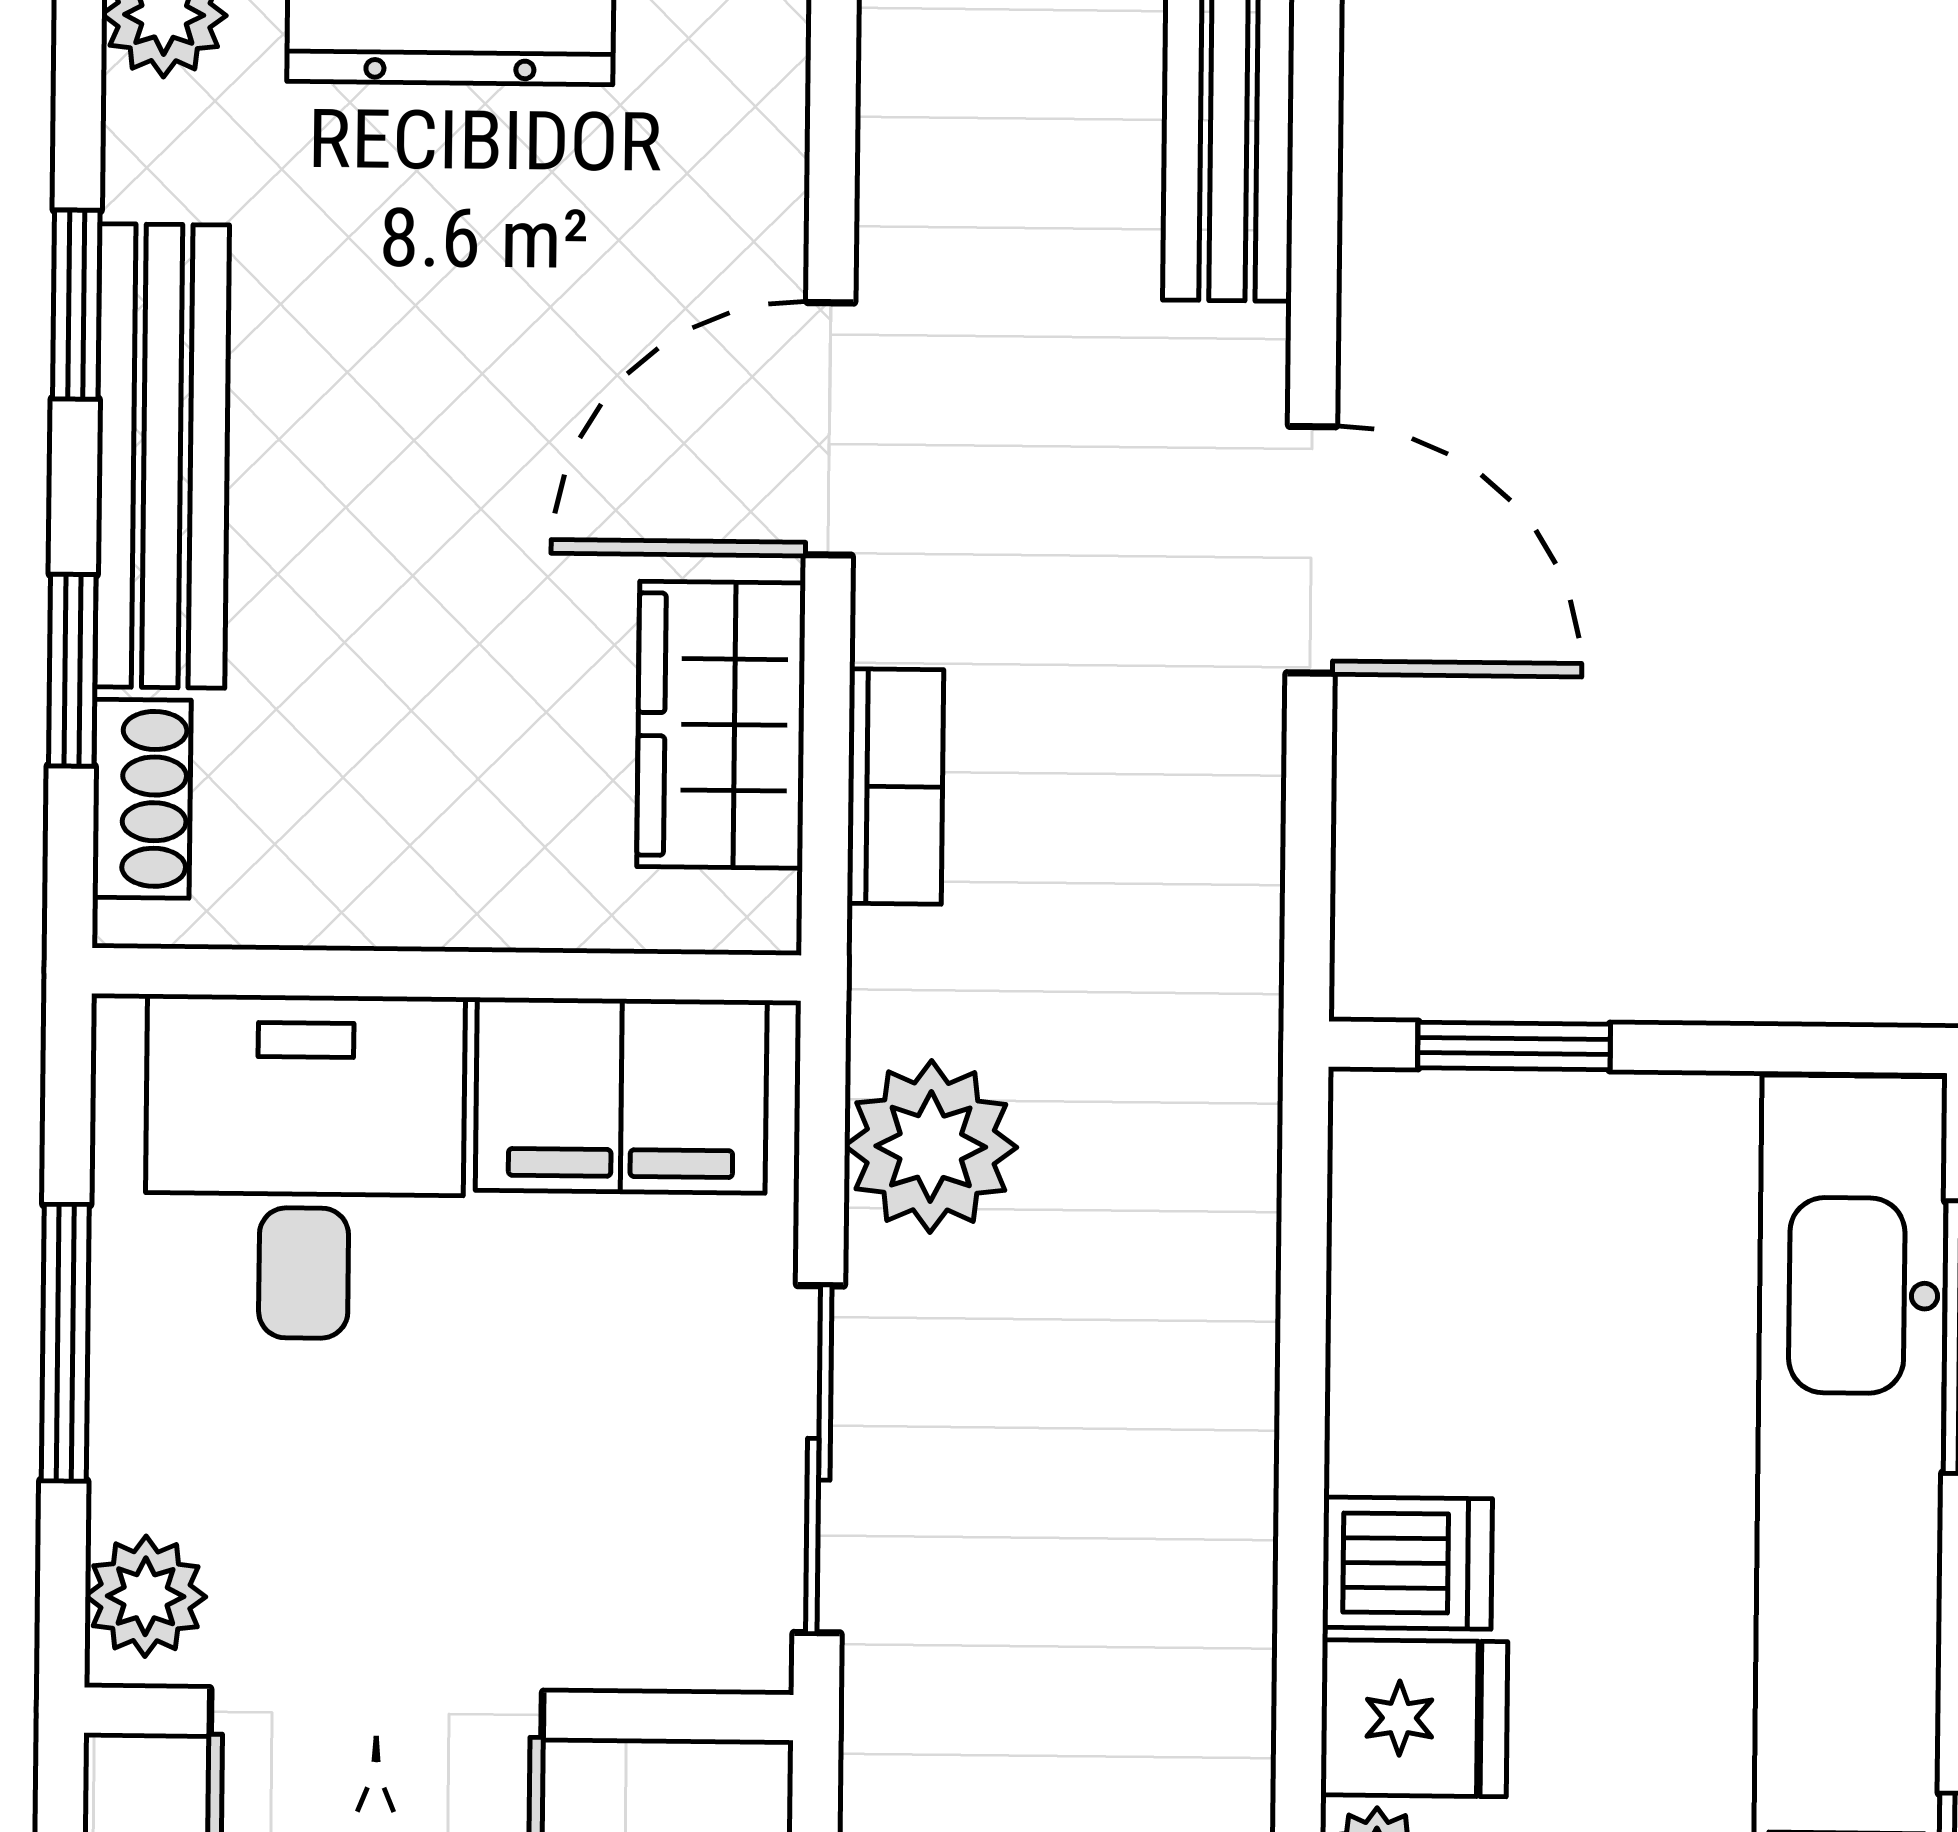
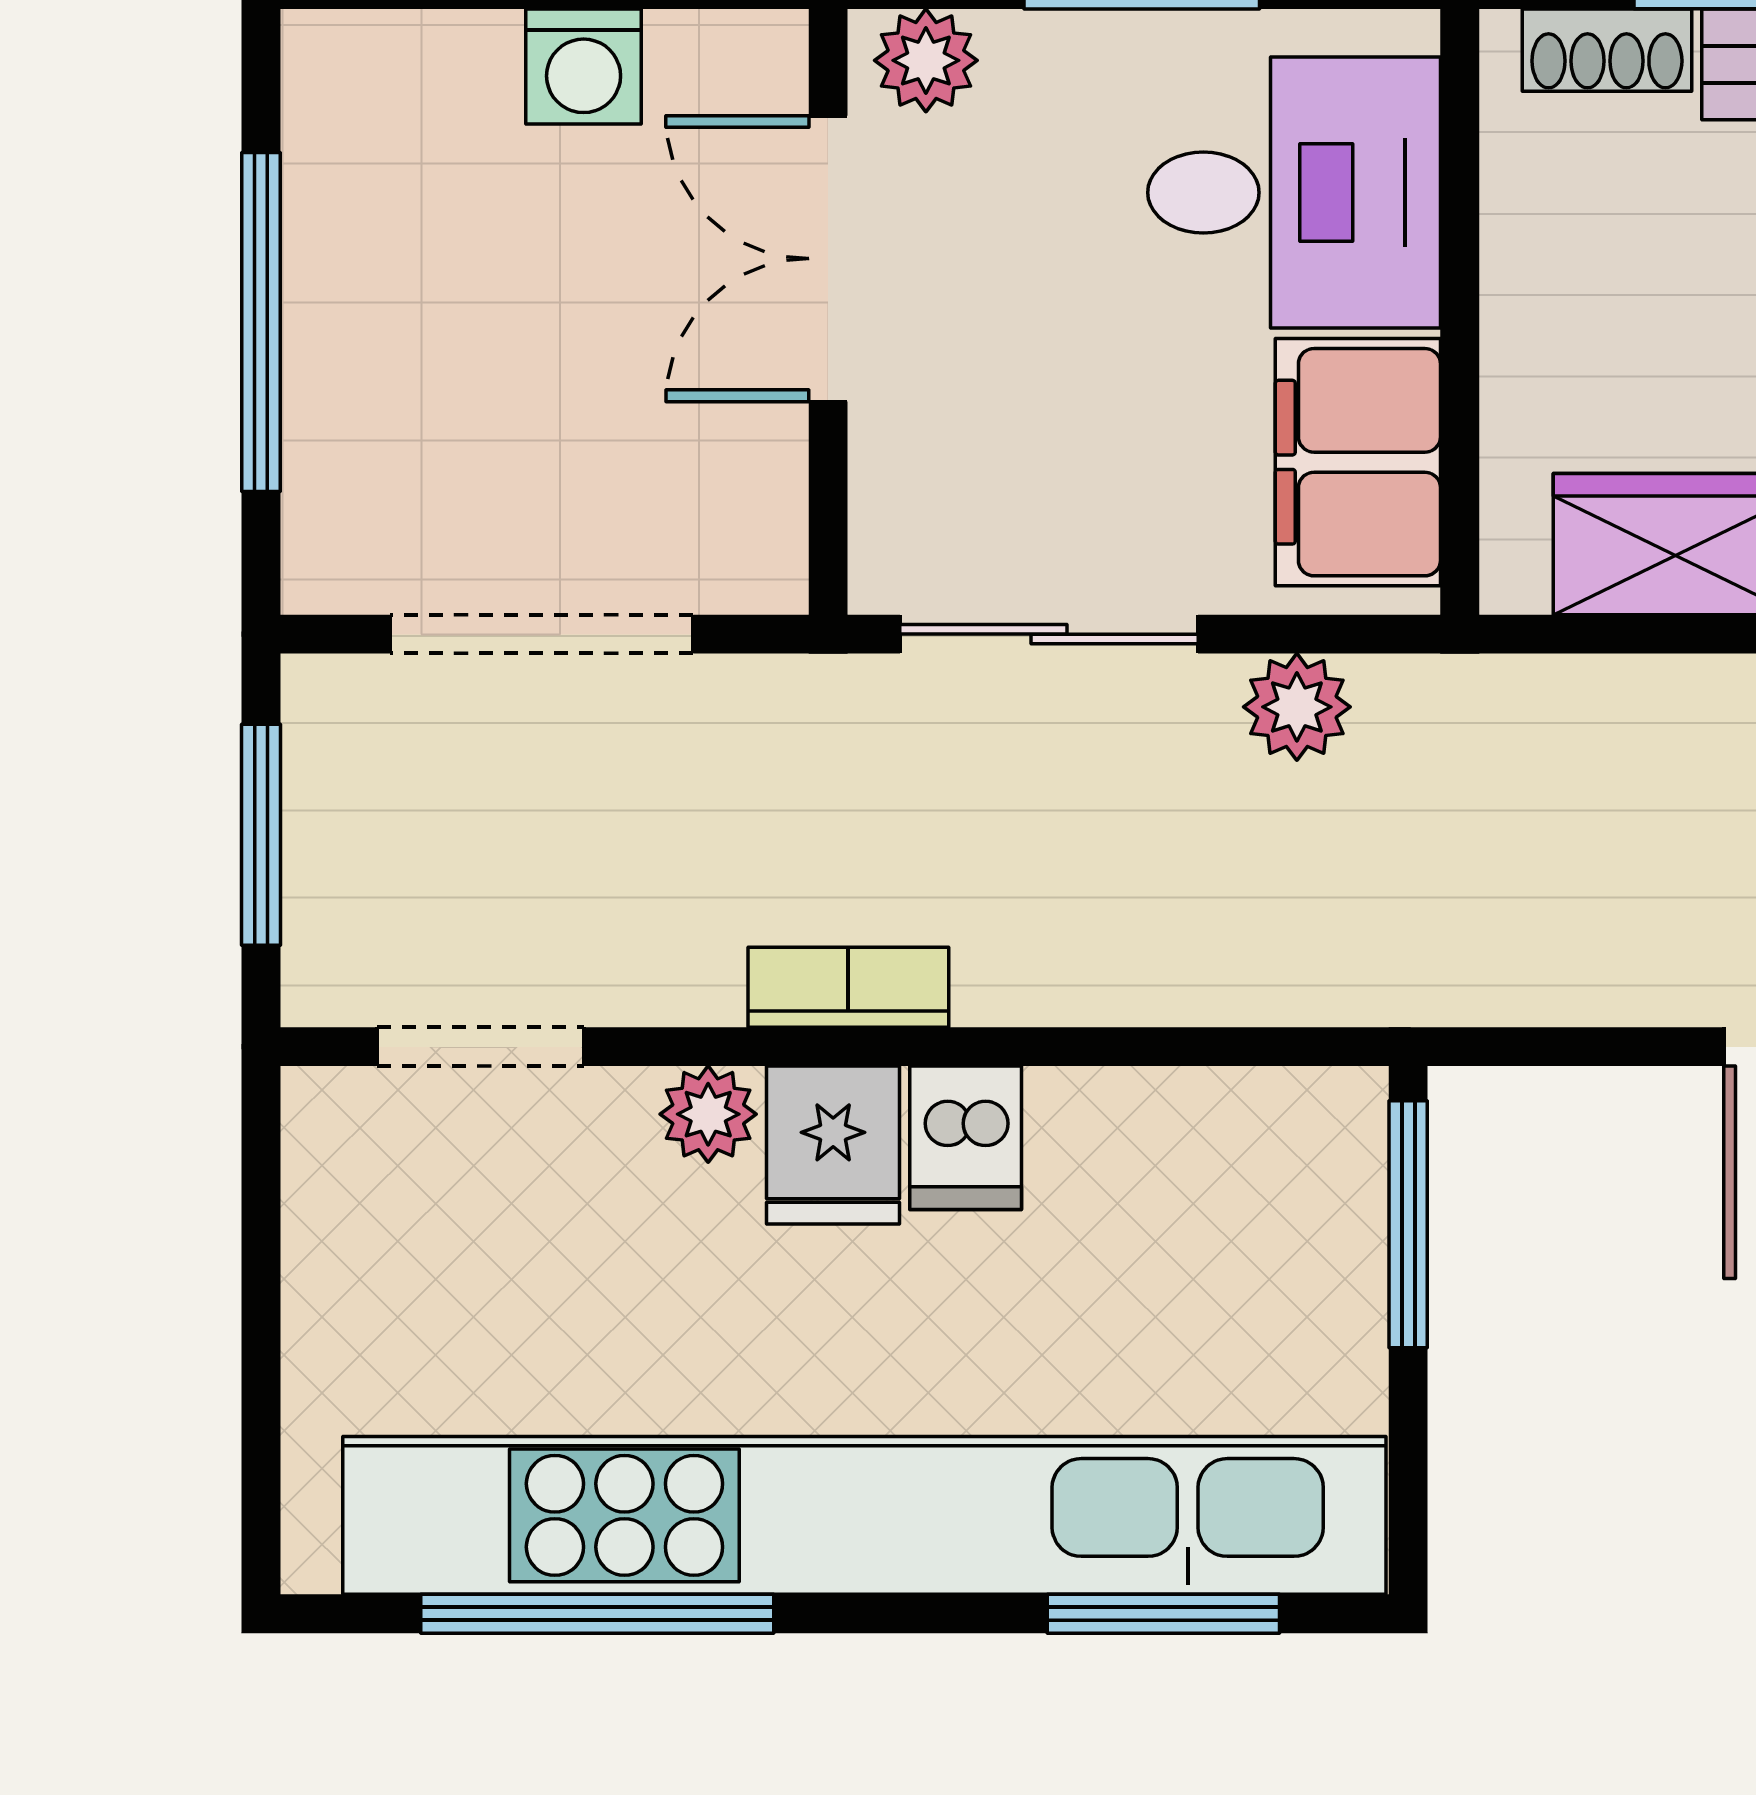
bookcase: (895, 787) -> (848, 987), moved, turned 180
window: (1514, 1046) -> (1408, 1224), width x1.50
plant: (931, 1147) -> (1297, 707), width x0.73, depth x0.73

